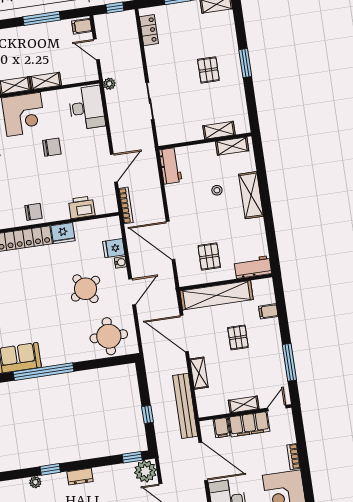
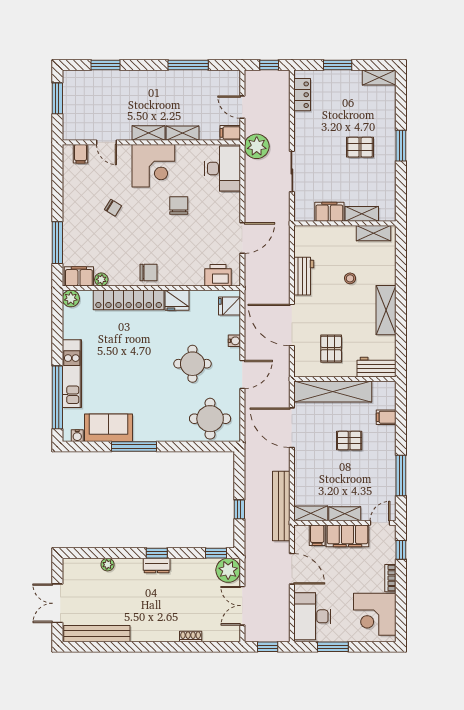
filing cabinet: (82, 26) -> (230, 133), moved
pallet: (208, 70) -> (360, 147), turned 90
plant: (109, 84) -> (257, 146), width x1.88, depth x1.88
filing cabinet: (189, 133) -> (329, 212), added
chair: (52, 147) -> (179, 206), turned -90
workbench: (170, 166) -> (304, 276), moved
shelving: (251, 195) -> (386, 310), moved
bookcase: (126, 205) -> (249, 280), removed
printer: (82, 207) -> (218, 275), moved
fridge: (114, 248) -> (229, 306), moved
round table: (86, 289) -> (192, 364), turned 32
pallet: (238, 337) -> (349, 441), turned 90
window: (44, 372) -> (134, 447), width x0.68
shelving: (199, 373) -> (311, 513), moved, turned 90
window: (299, 430) -> (401, 550), added
door: (203, 461) -> (292, 569), width x0.73
window: (50, 469) -> (157, 553), moved

